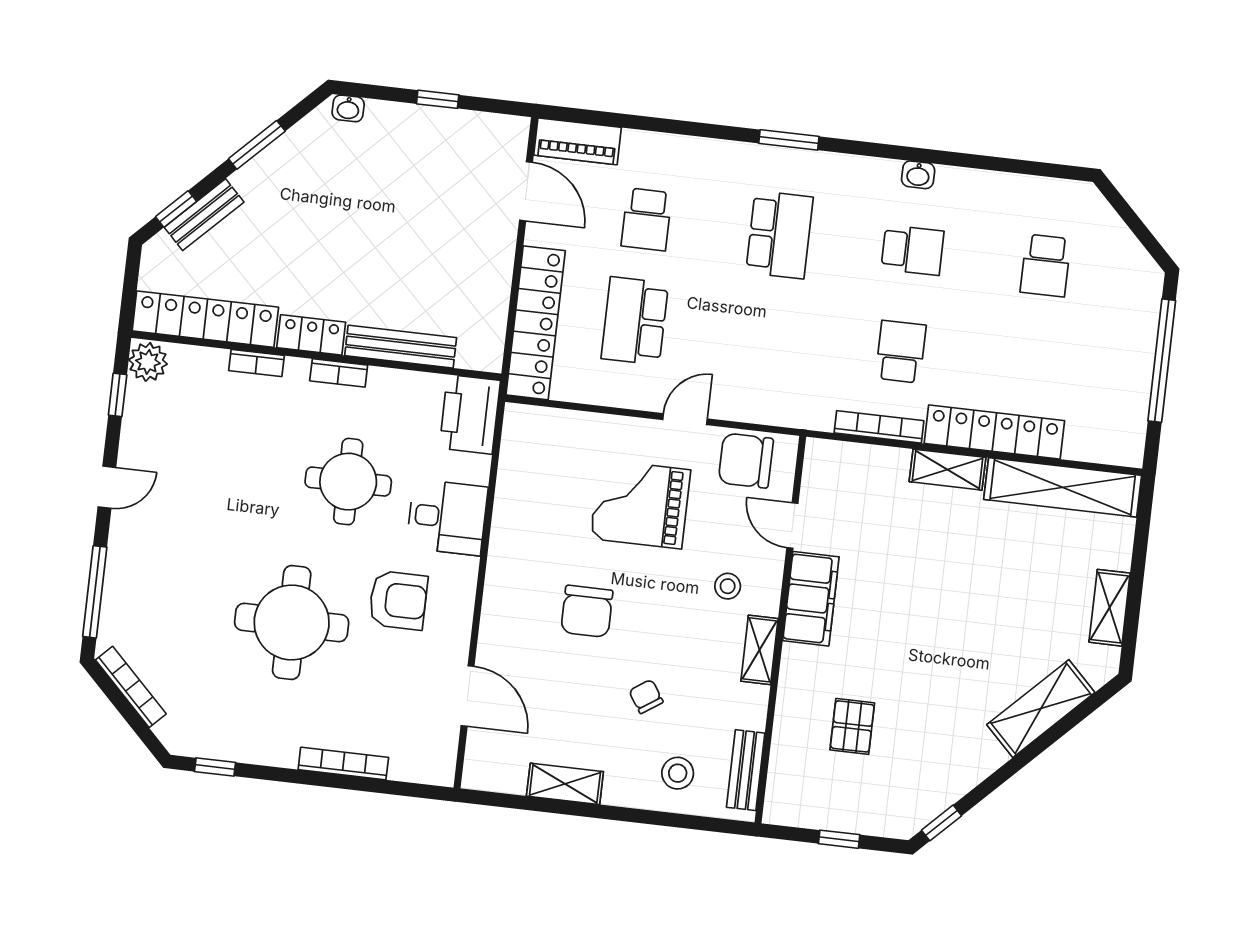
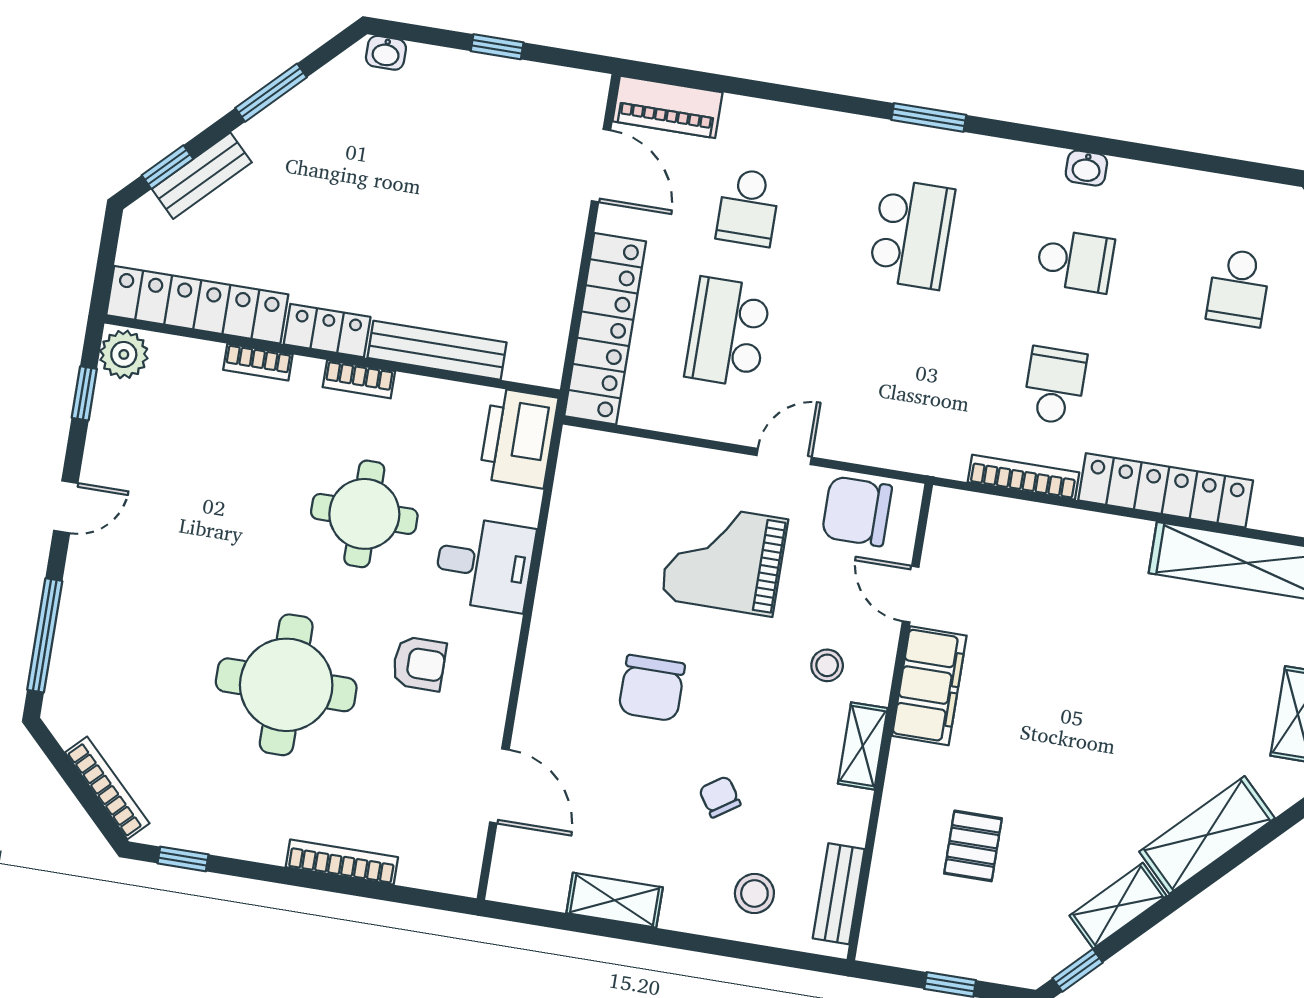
shelving: (948, 470) -> (1118, 906), moved, turned -45
armchair: (398, 600) -> (419, 664), width x0.72, depth x0.72
bookcase: (131, 687) -> (107, 788), moved

